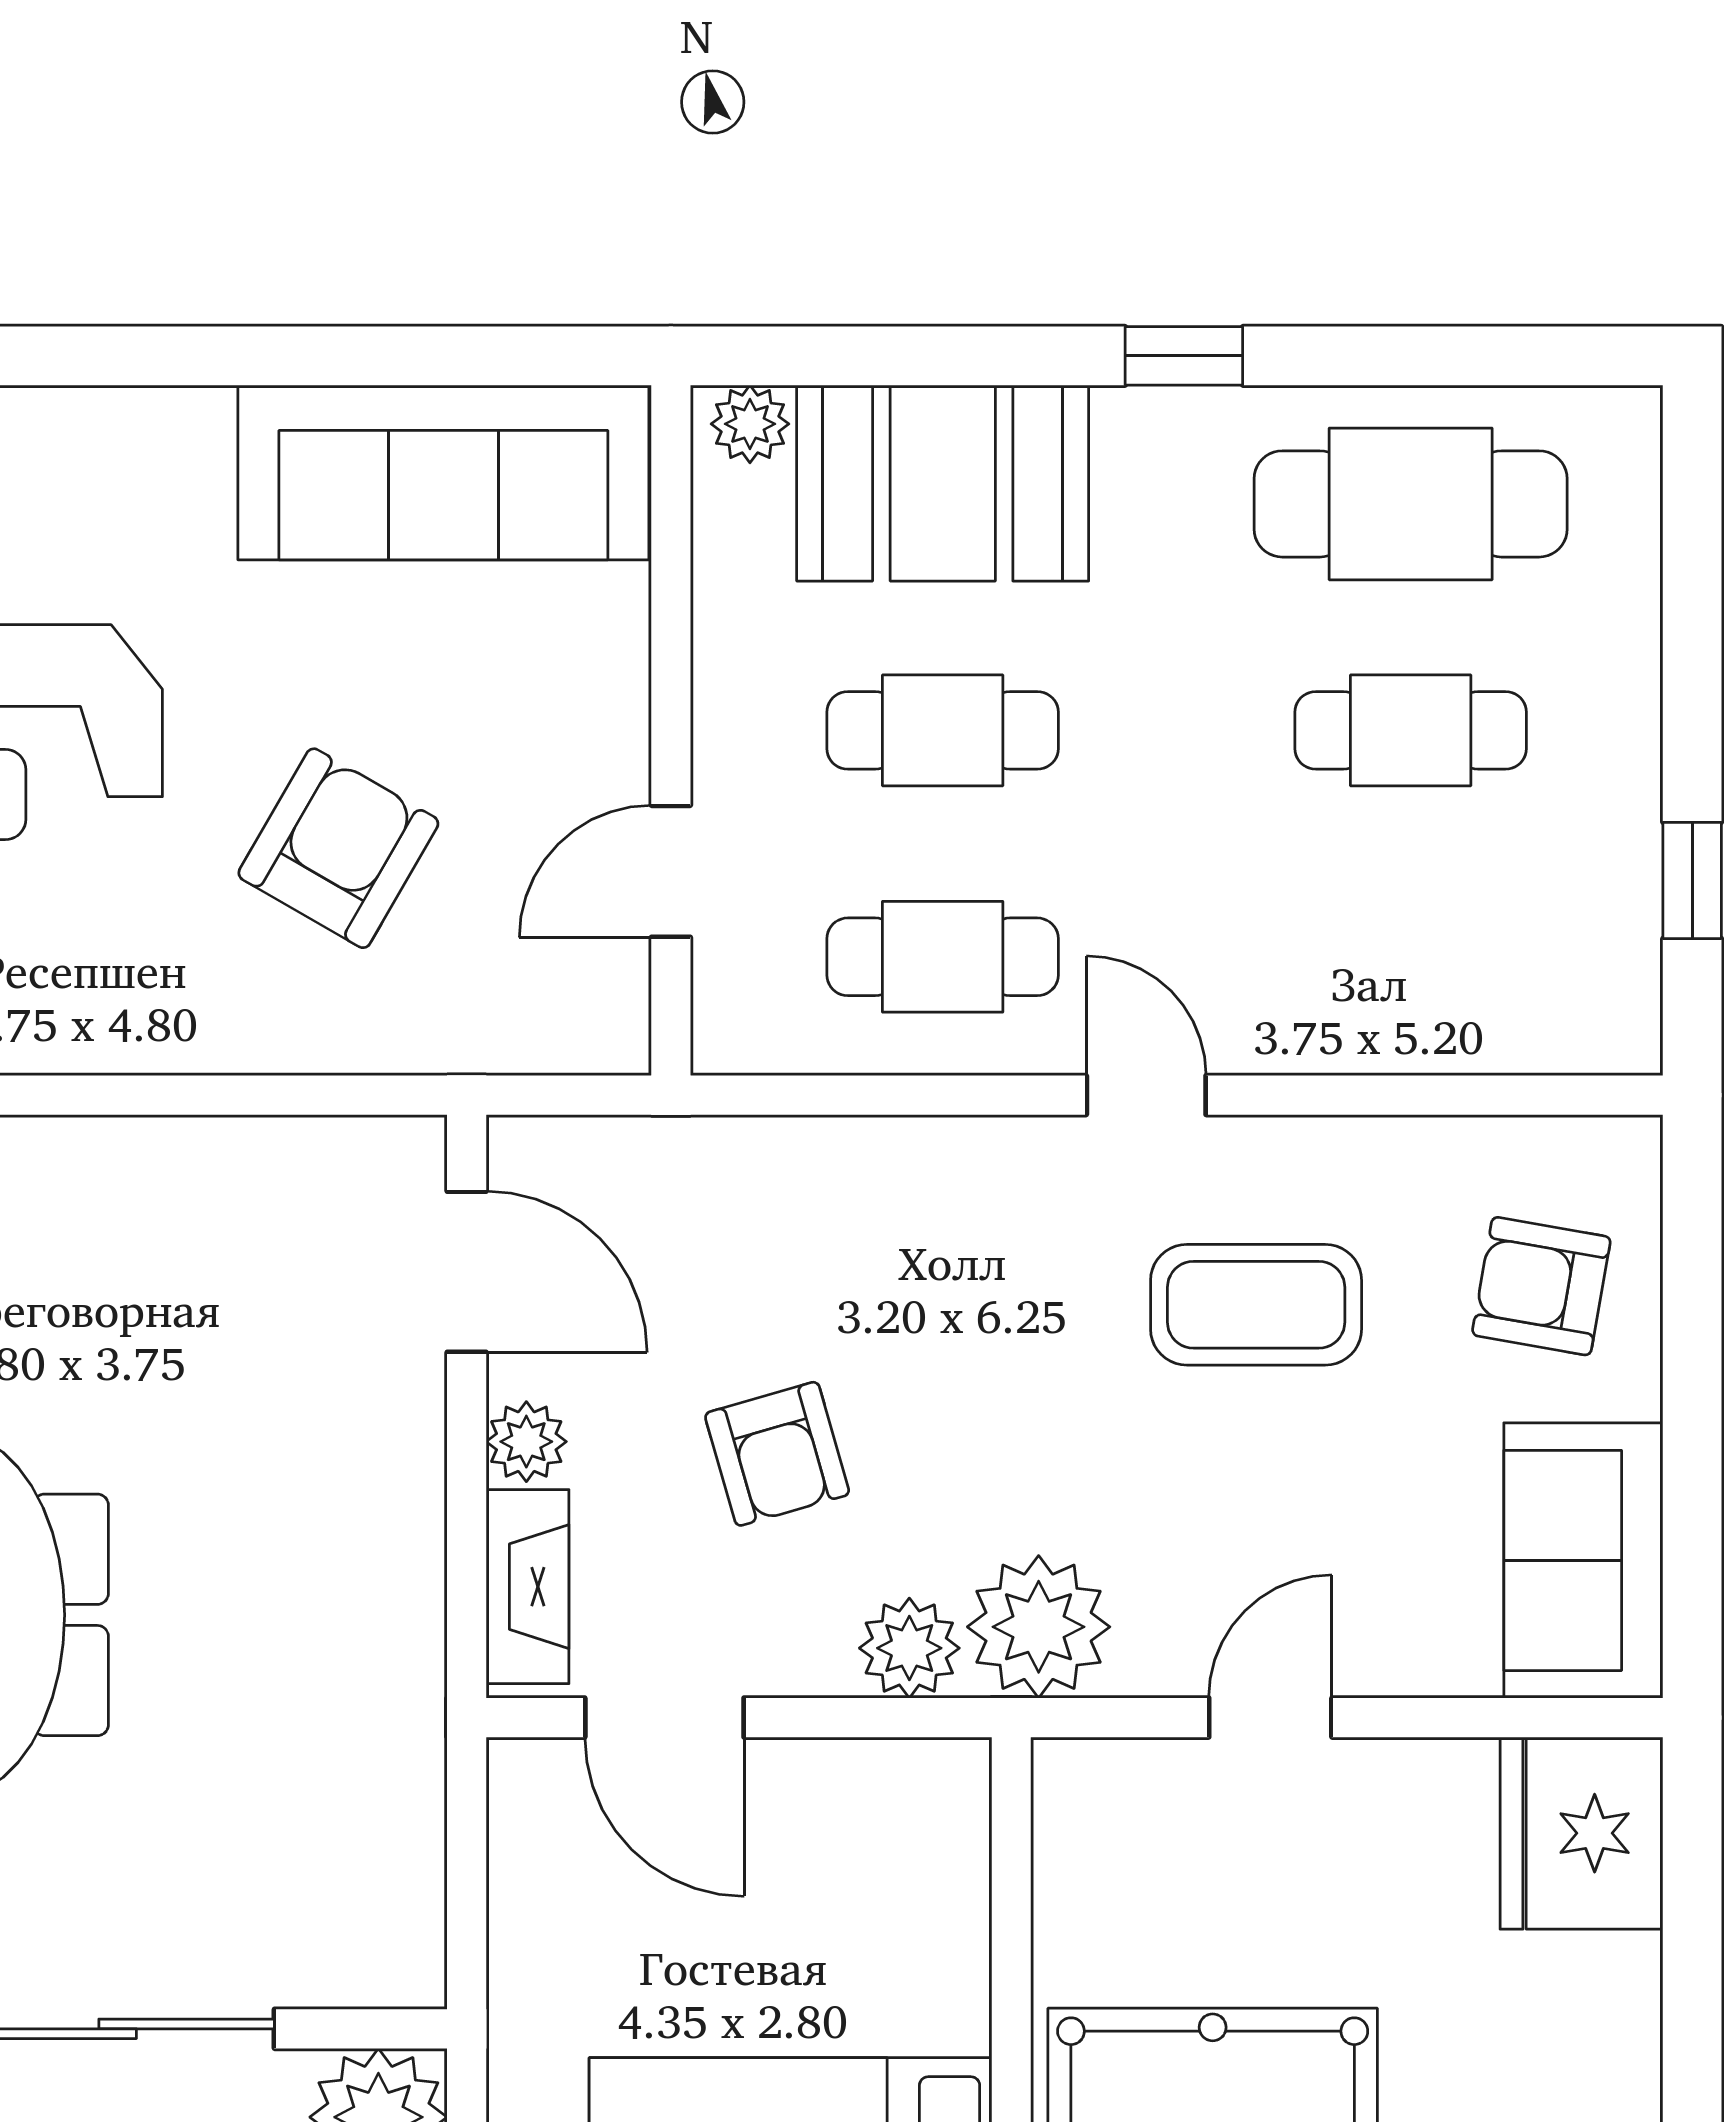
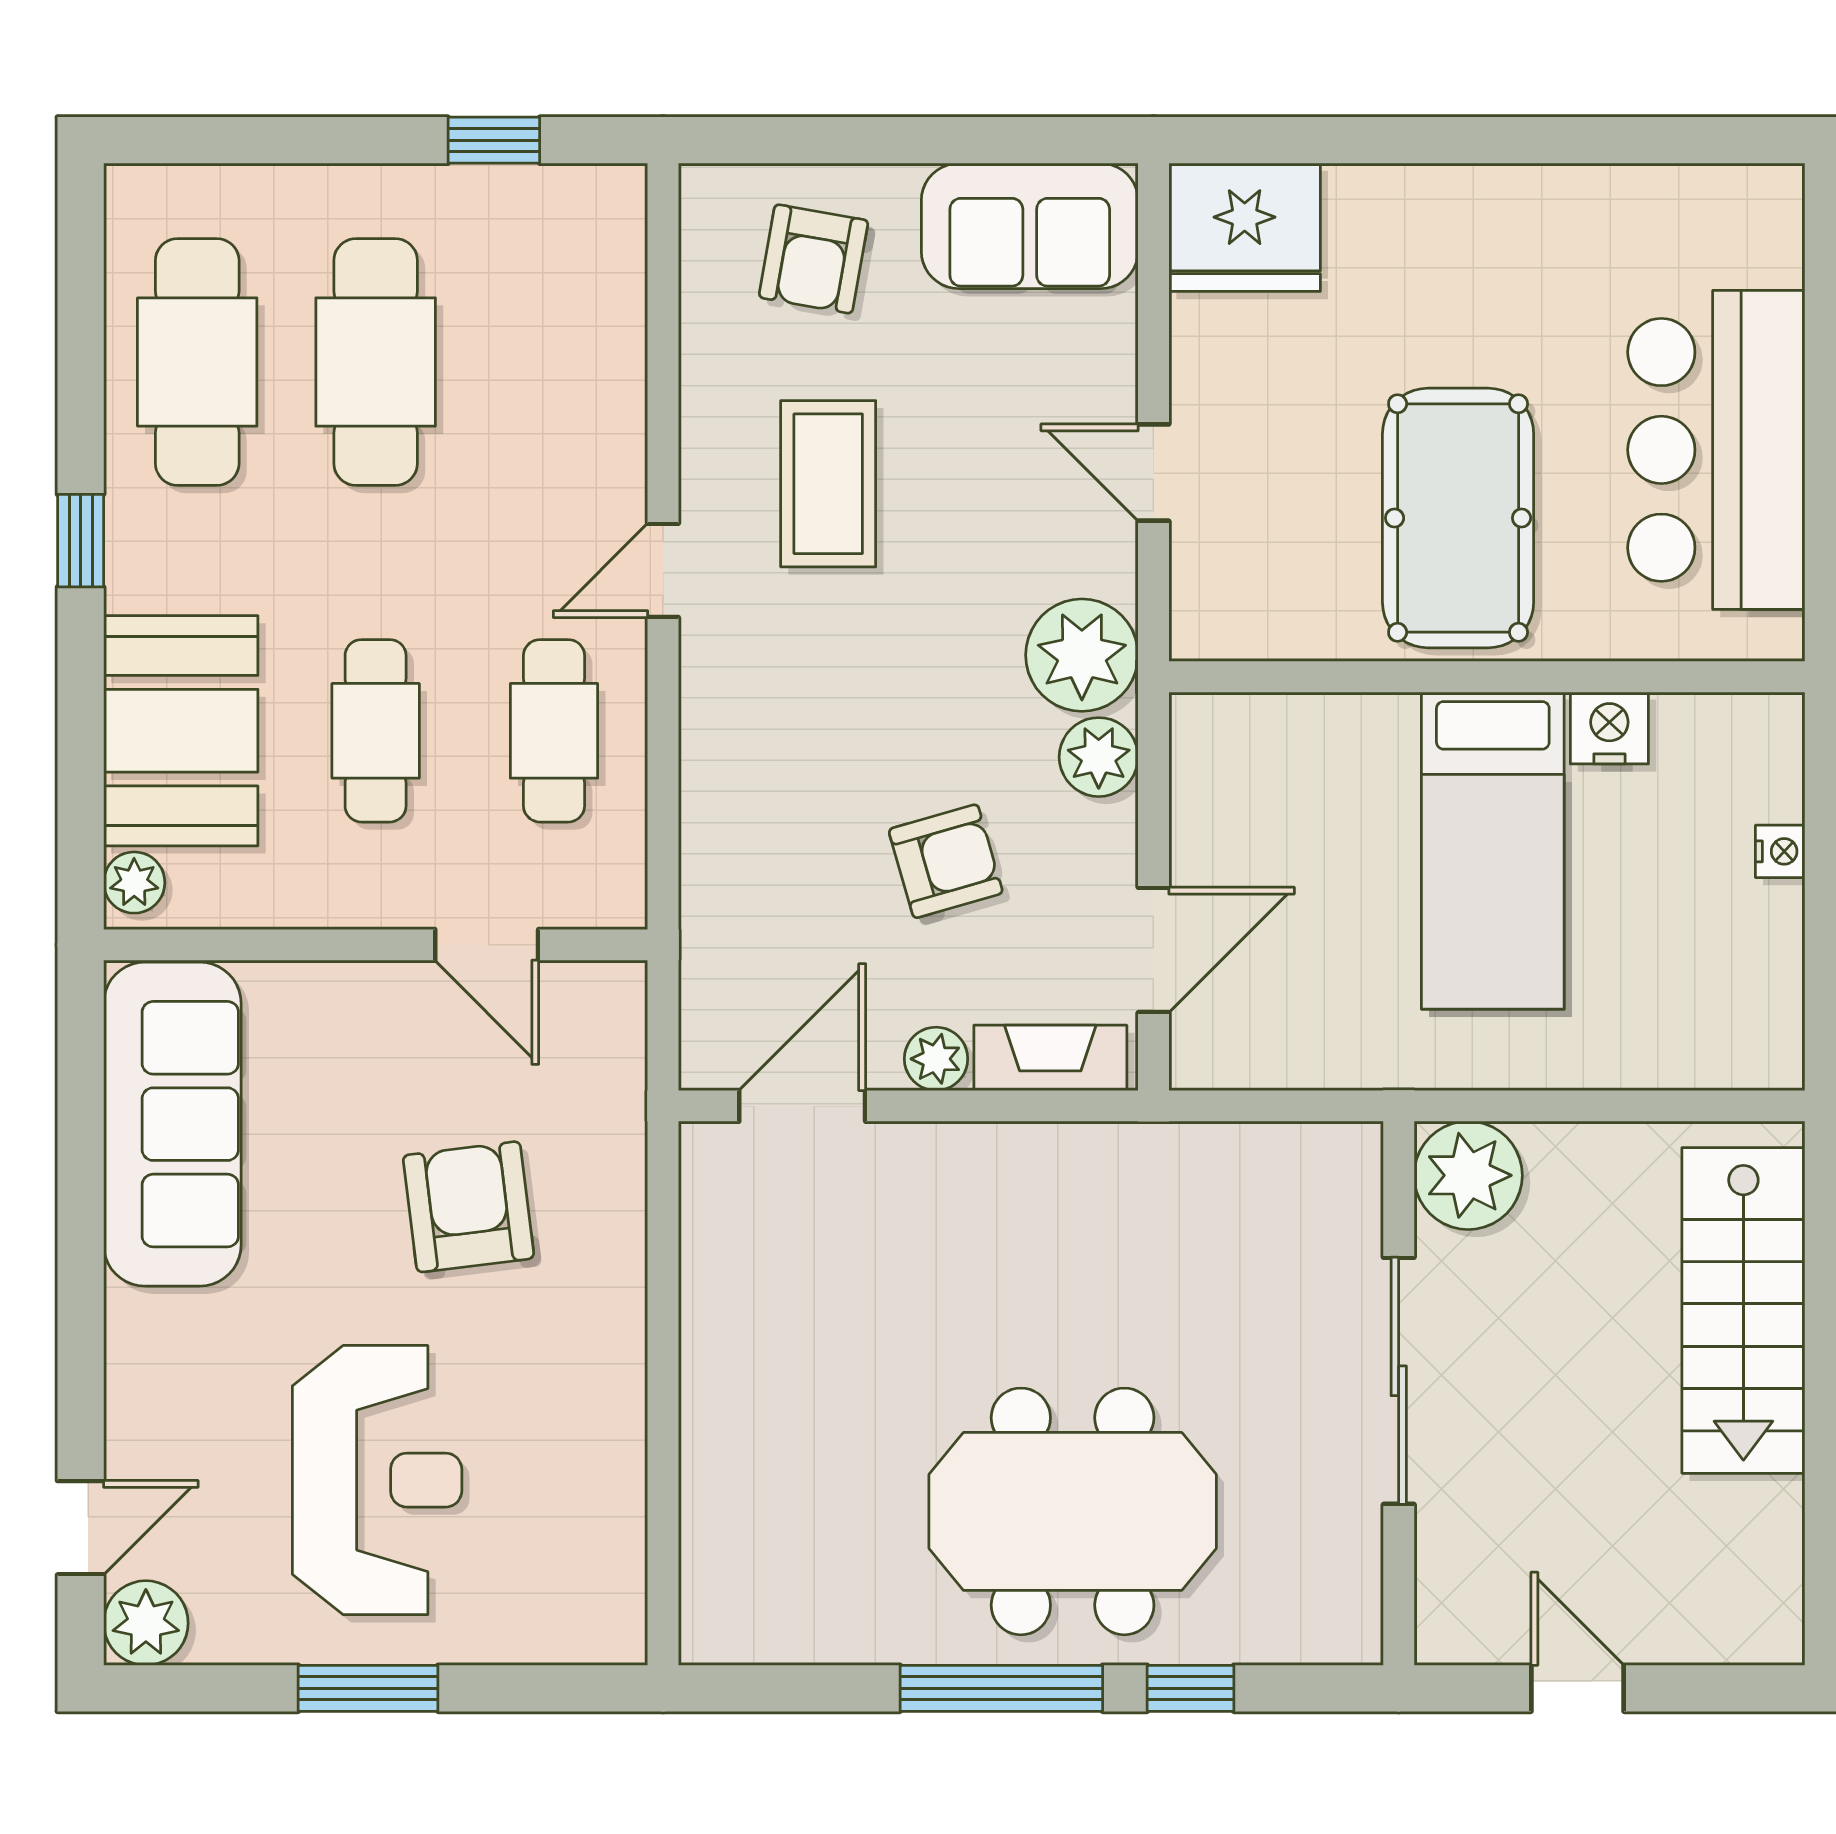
cafe table: (1411, 730) -> (376, 362), width x1.37, depth x1.35
armchair: (338, 848) -> (468, 1207), turned 53

